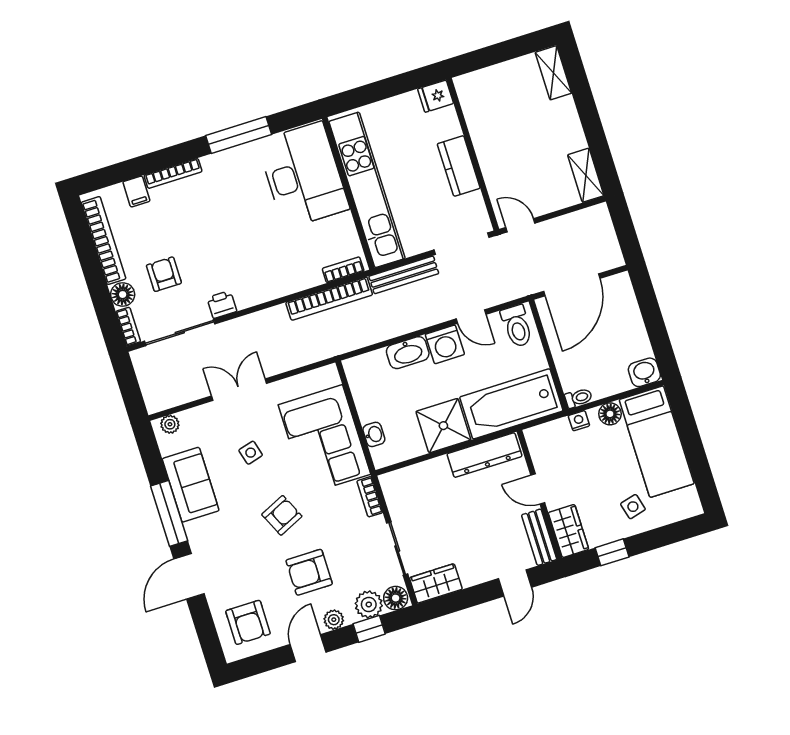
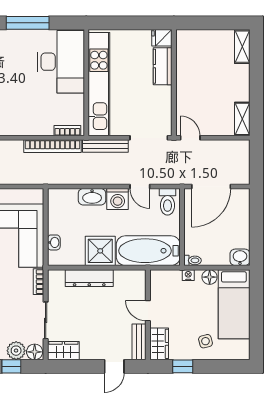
kitchen counter: (459, 166) -> (163, 66), moved
dresser: (485, 455) -> (89, 278), moved

